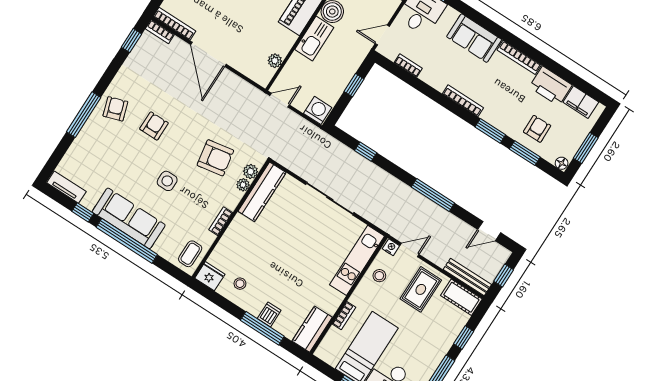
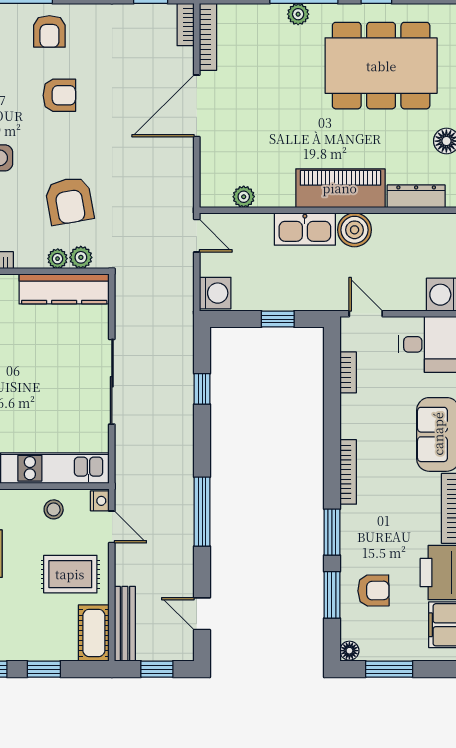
armchair: (115, 109) -> (49, 31), turned 108

